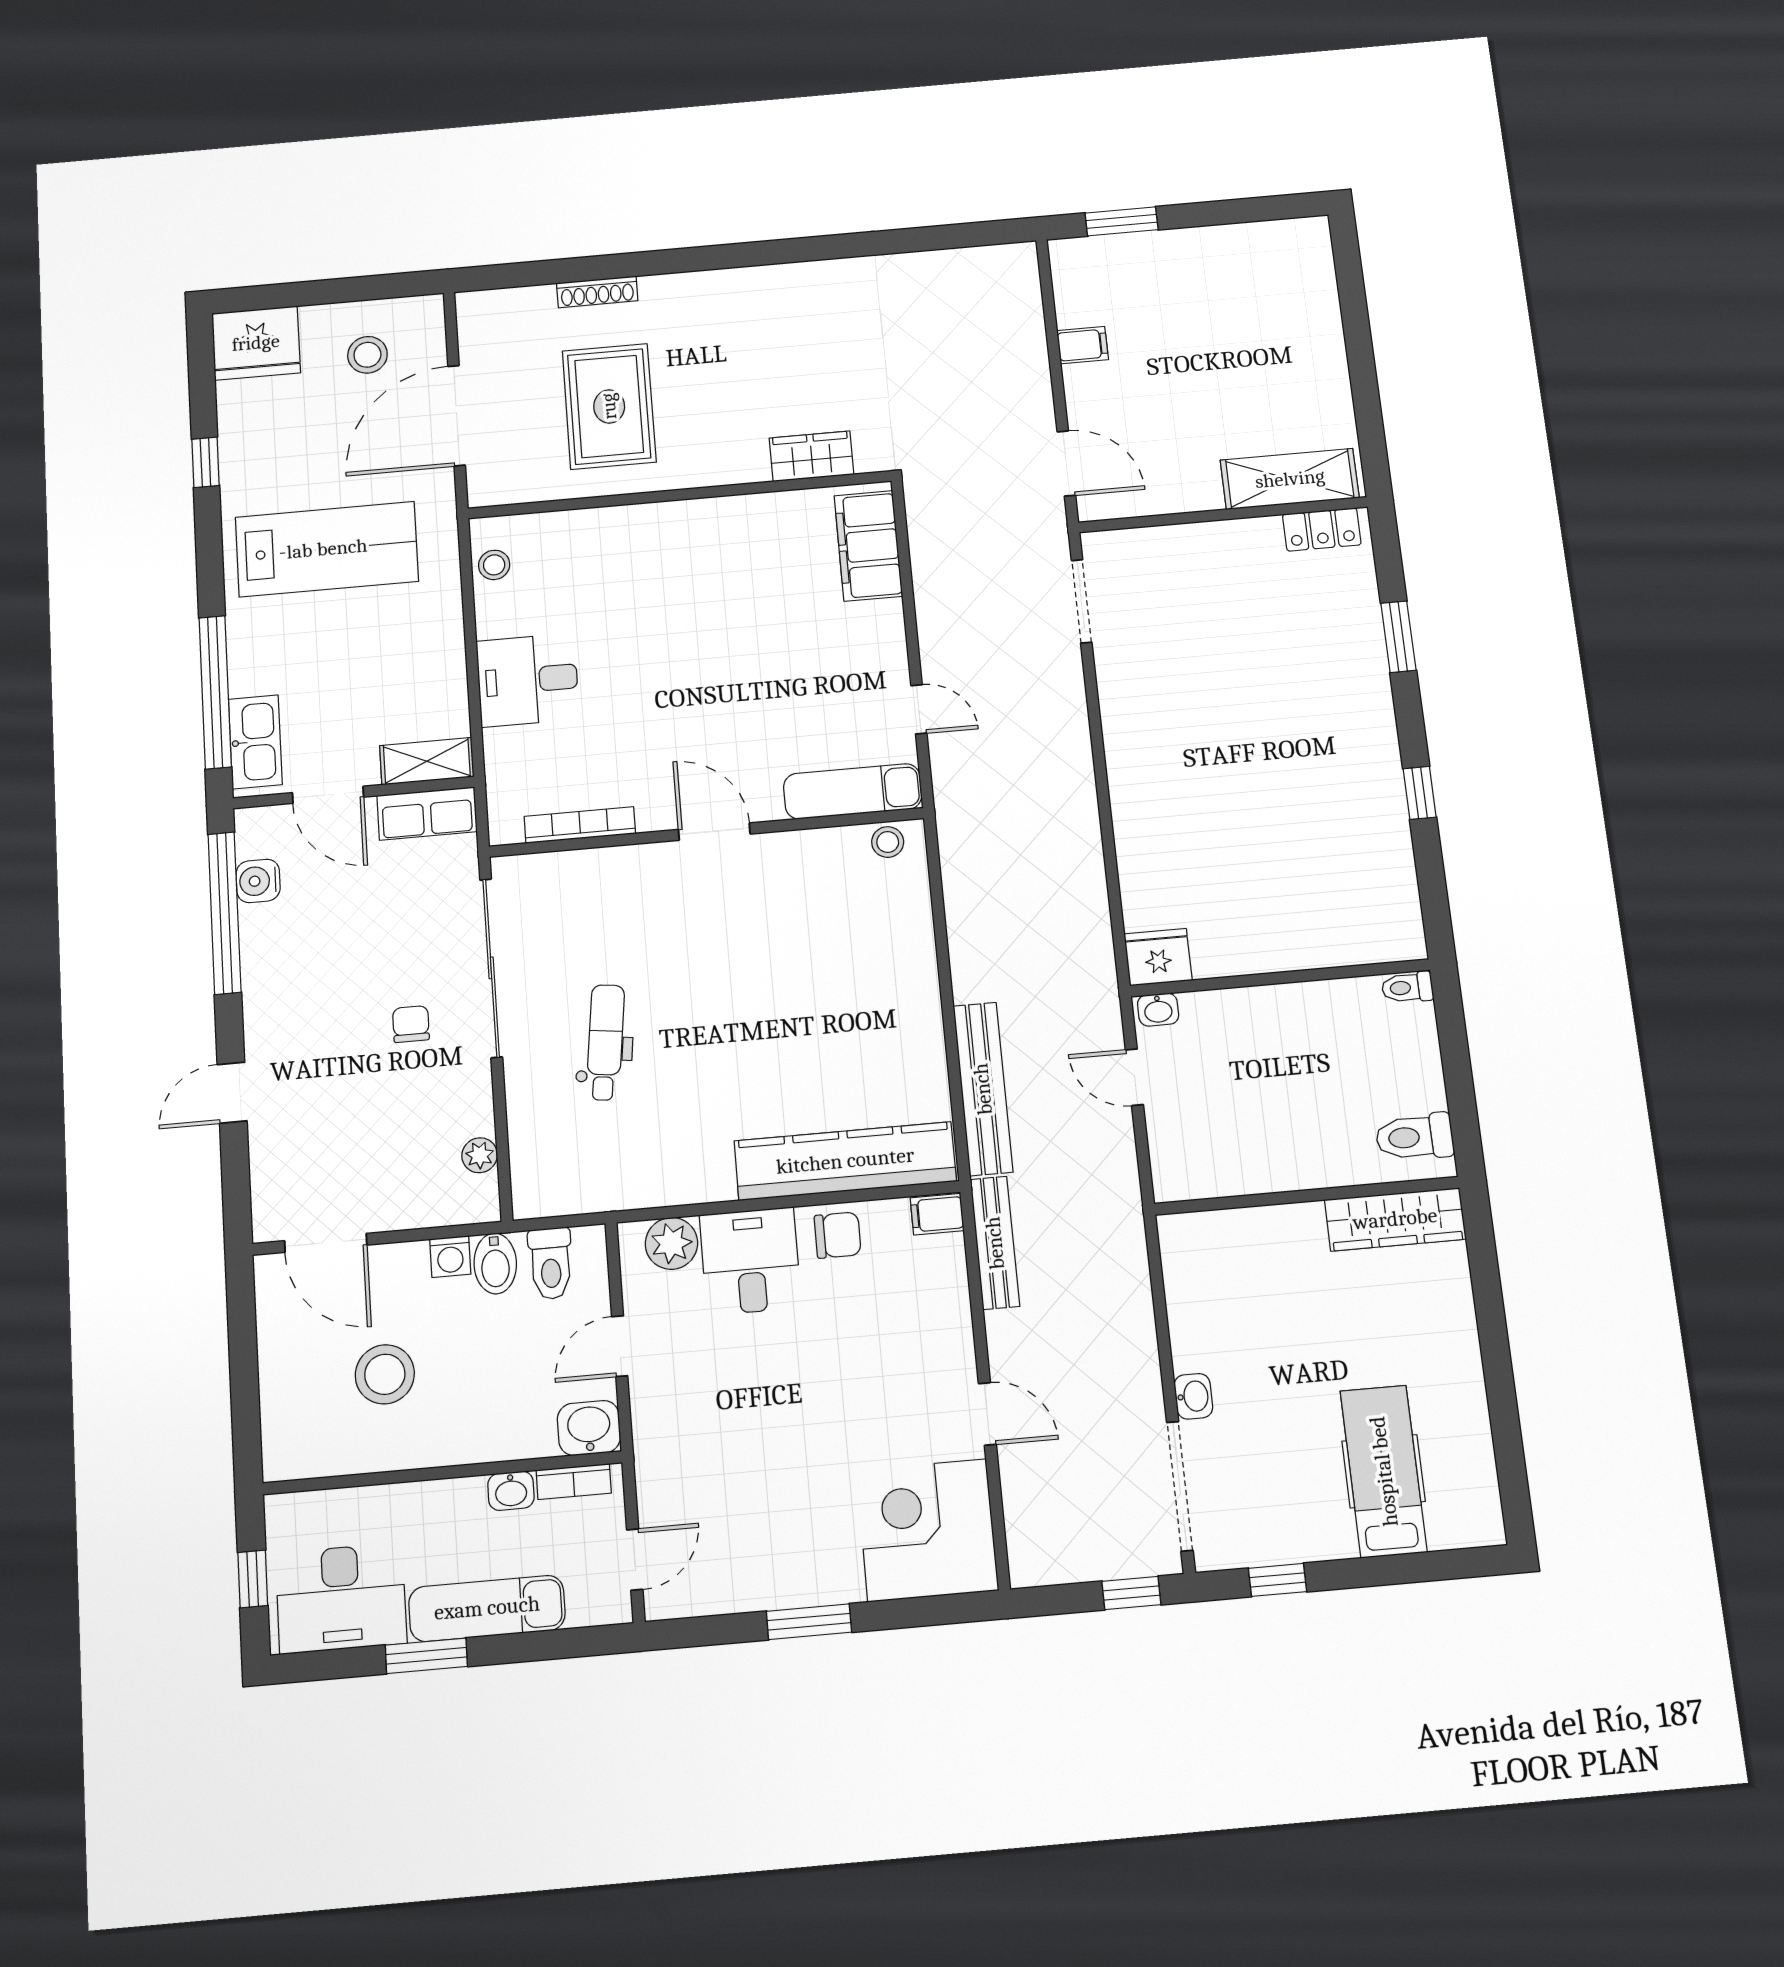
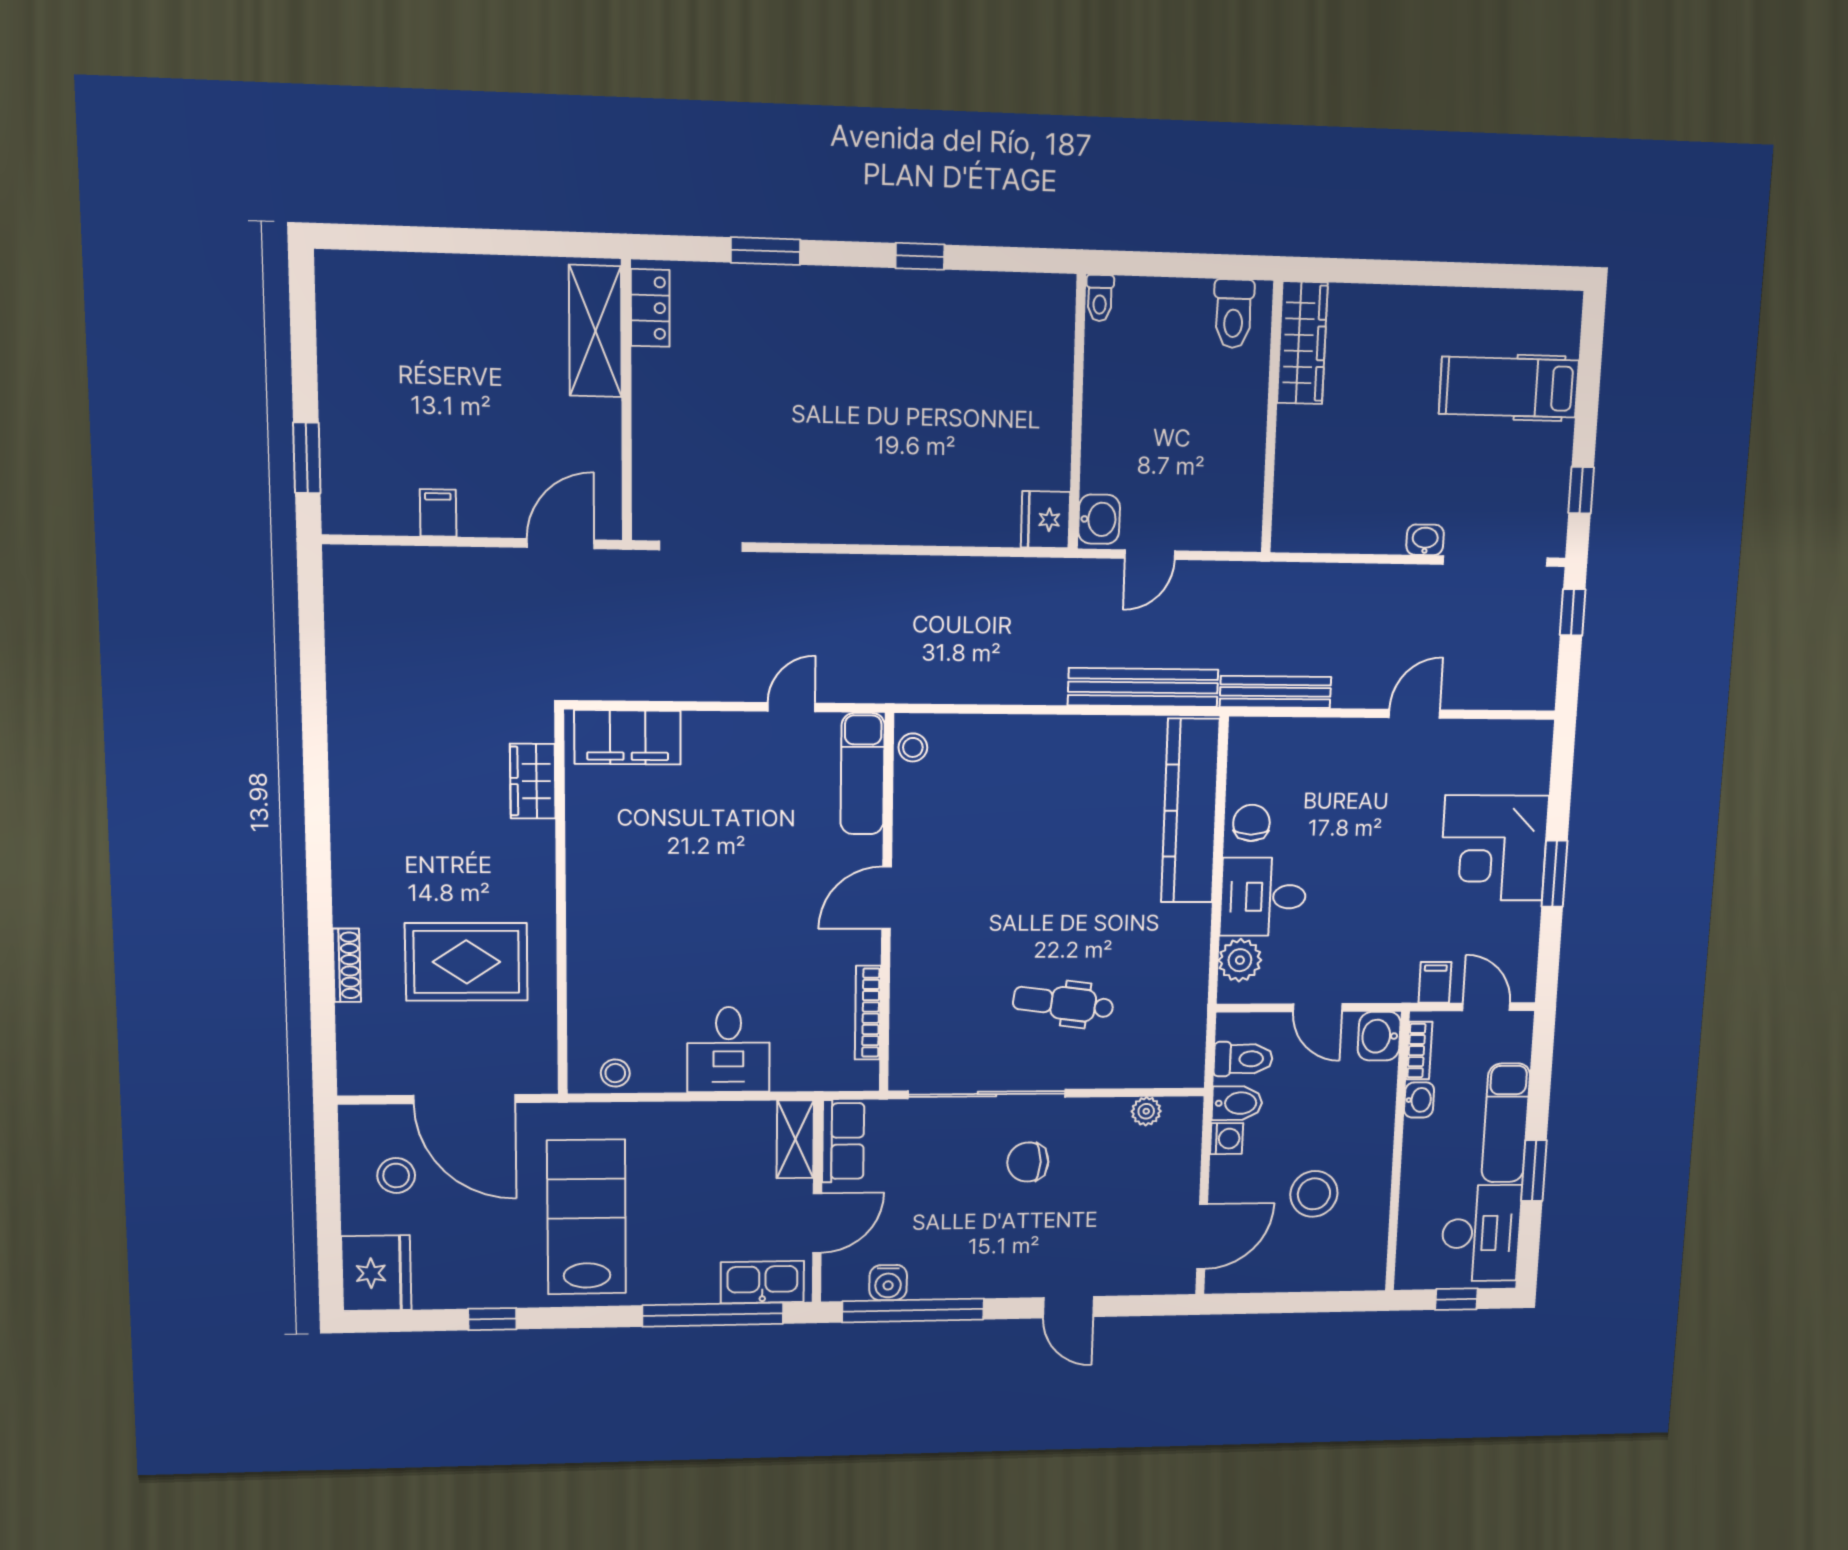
washbasin: (1158, 1010) -> (1099, 519), width x1.38, depth x1.45
chair: (411, 1024) -> (1028, 1162), width x1.37, depth x1.37
filing cabinet: (937, 1214) -> (1435, 982), moved, turned 180
corner desk: (927, 1530) -> (1494, 848), moved

